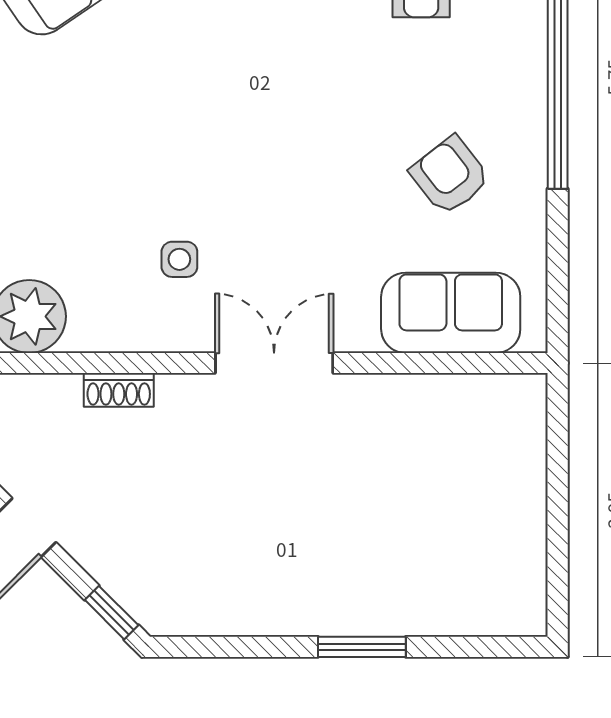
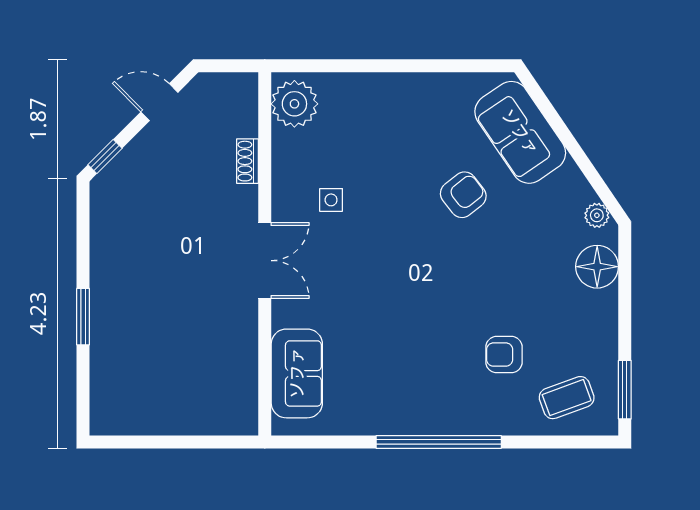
armchair: (450, 176) -> (463, 195), moved

